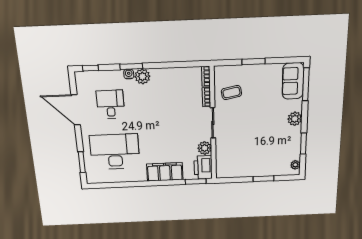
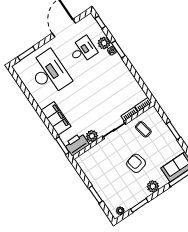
plant: (142, 76) -> (104, 43), moved
armchair: (261, 121) -> (136, 163), added

